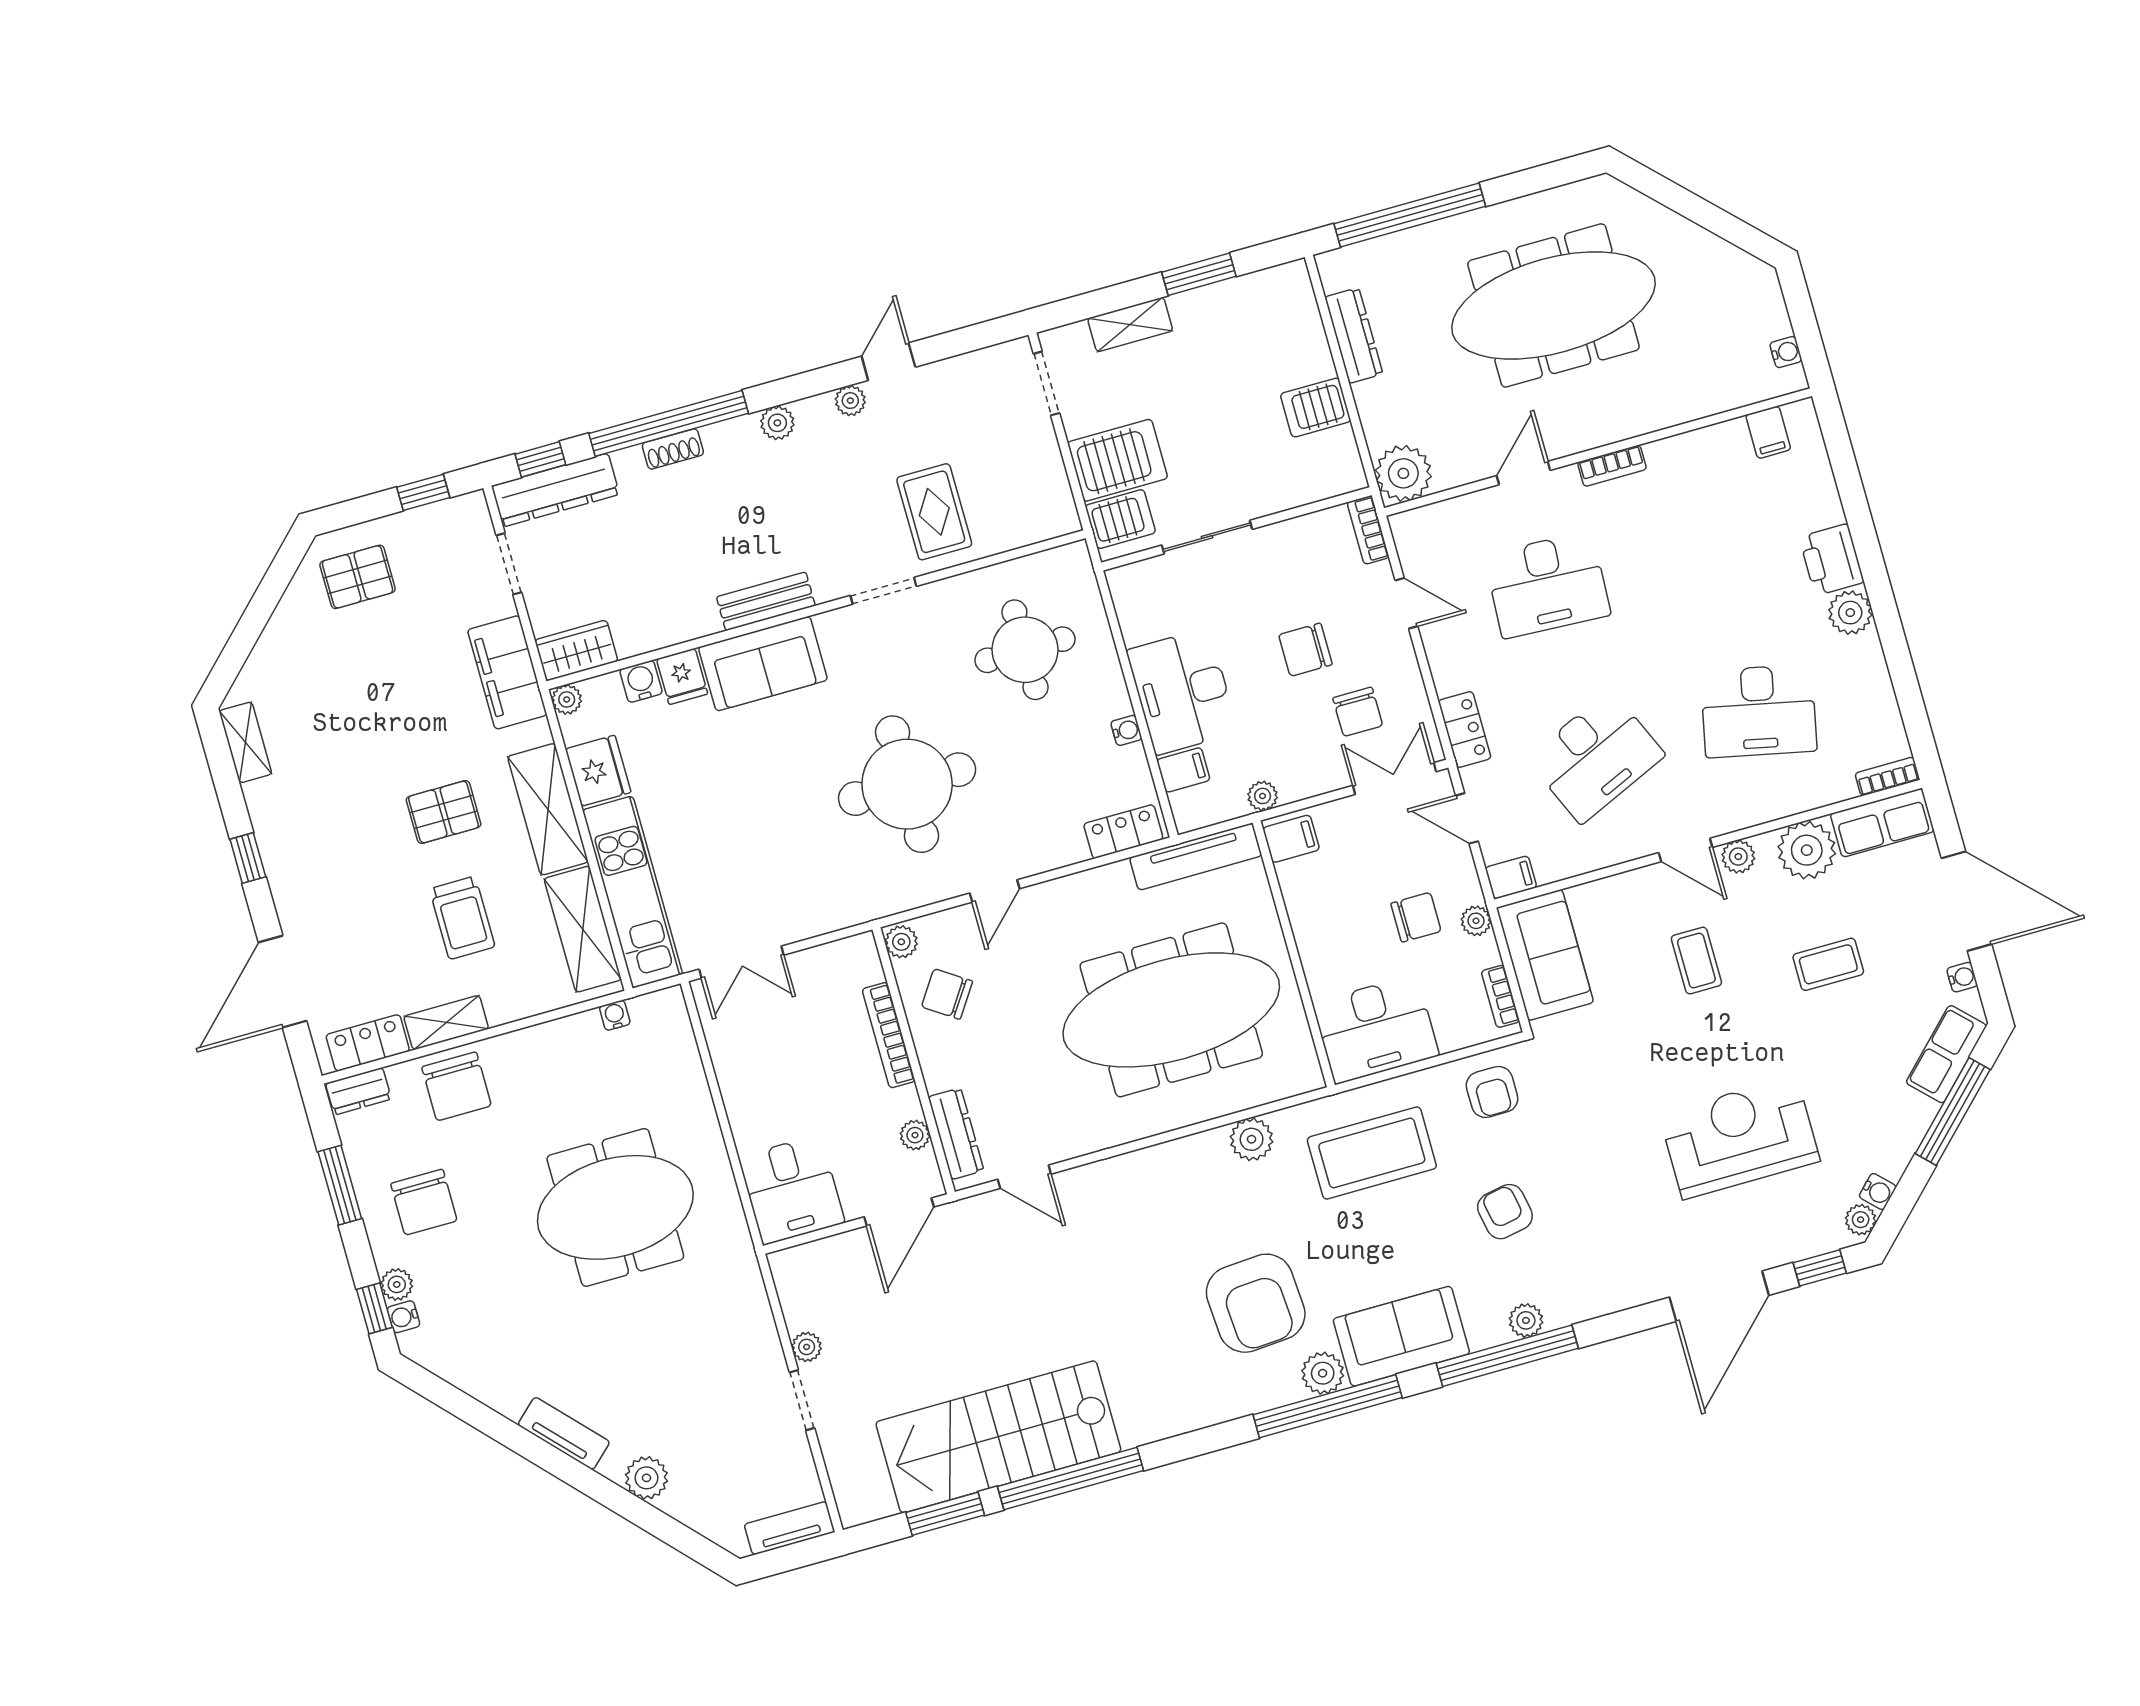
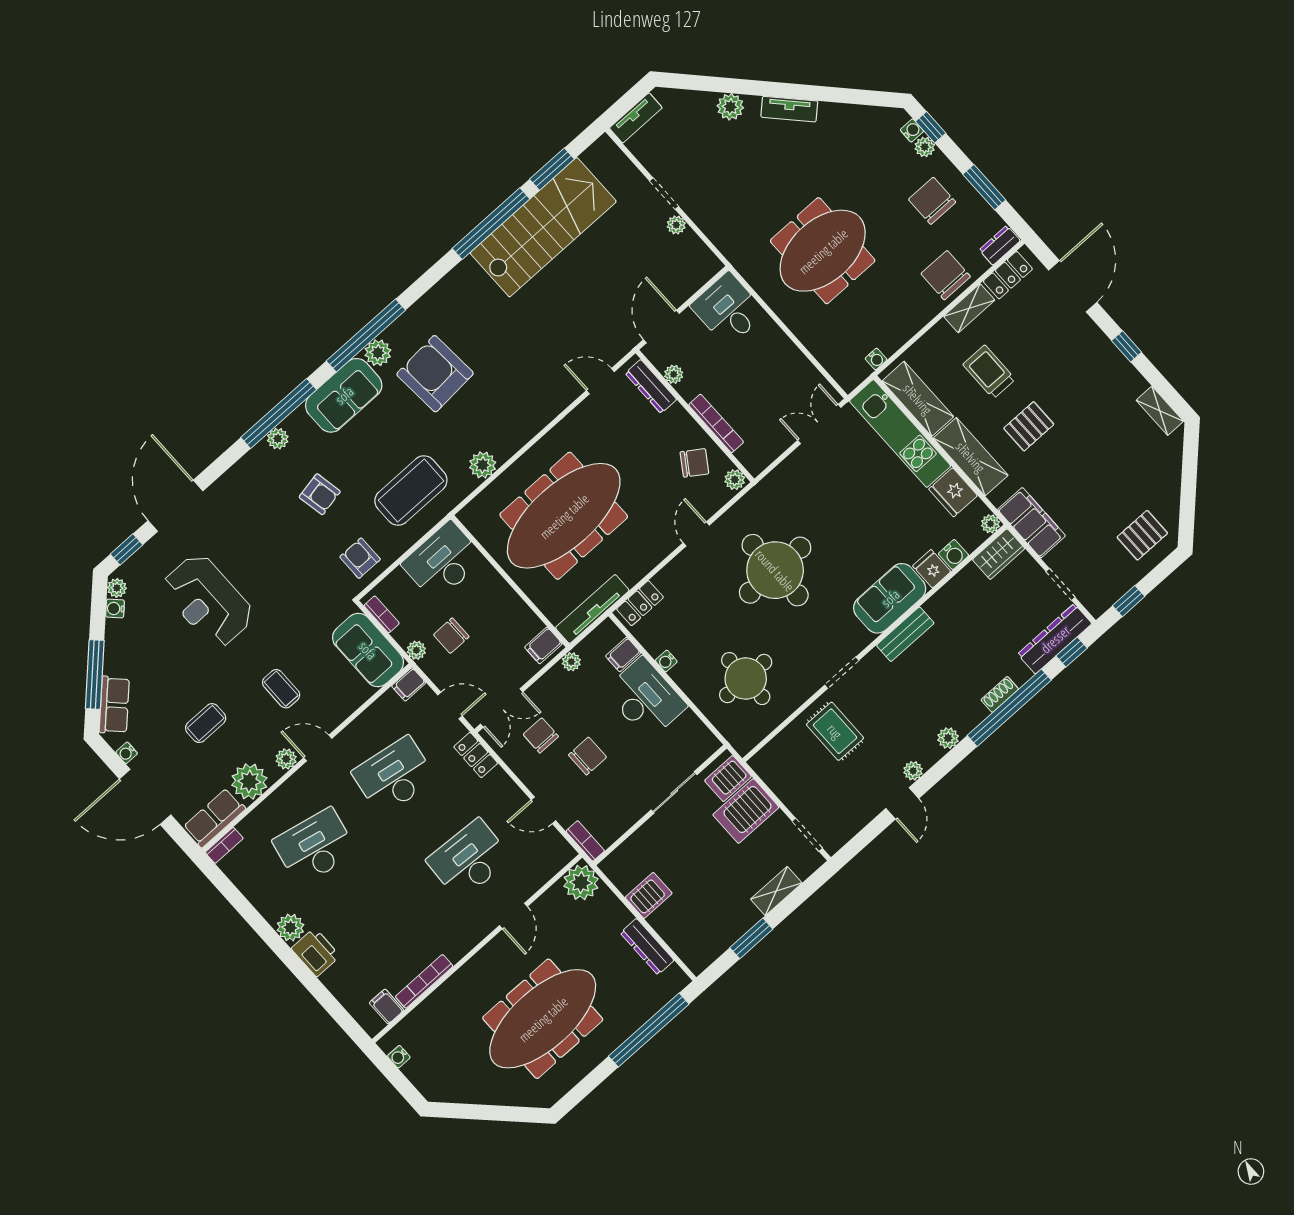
bookcase: (1612, 466) -> (424, 981), moved, width x1.56
desk: (1596, 757) -> (394, 776), turned 33
reception desk: (1740, 1137) -> (208, 601), turned 90

